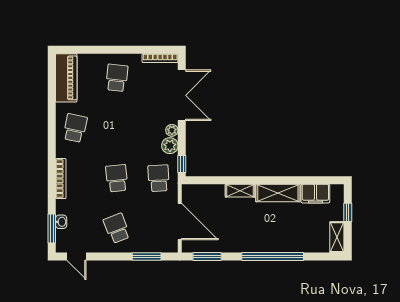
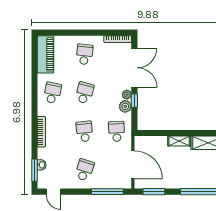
school desk: (117, 128) -> (84, 93), added
window: (182, 164) -> (134, 101), moved
school desk: (117, 228) -> (84, 170), turned 39
window: (147, 256) -> (107, 192), width x1.44

